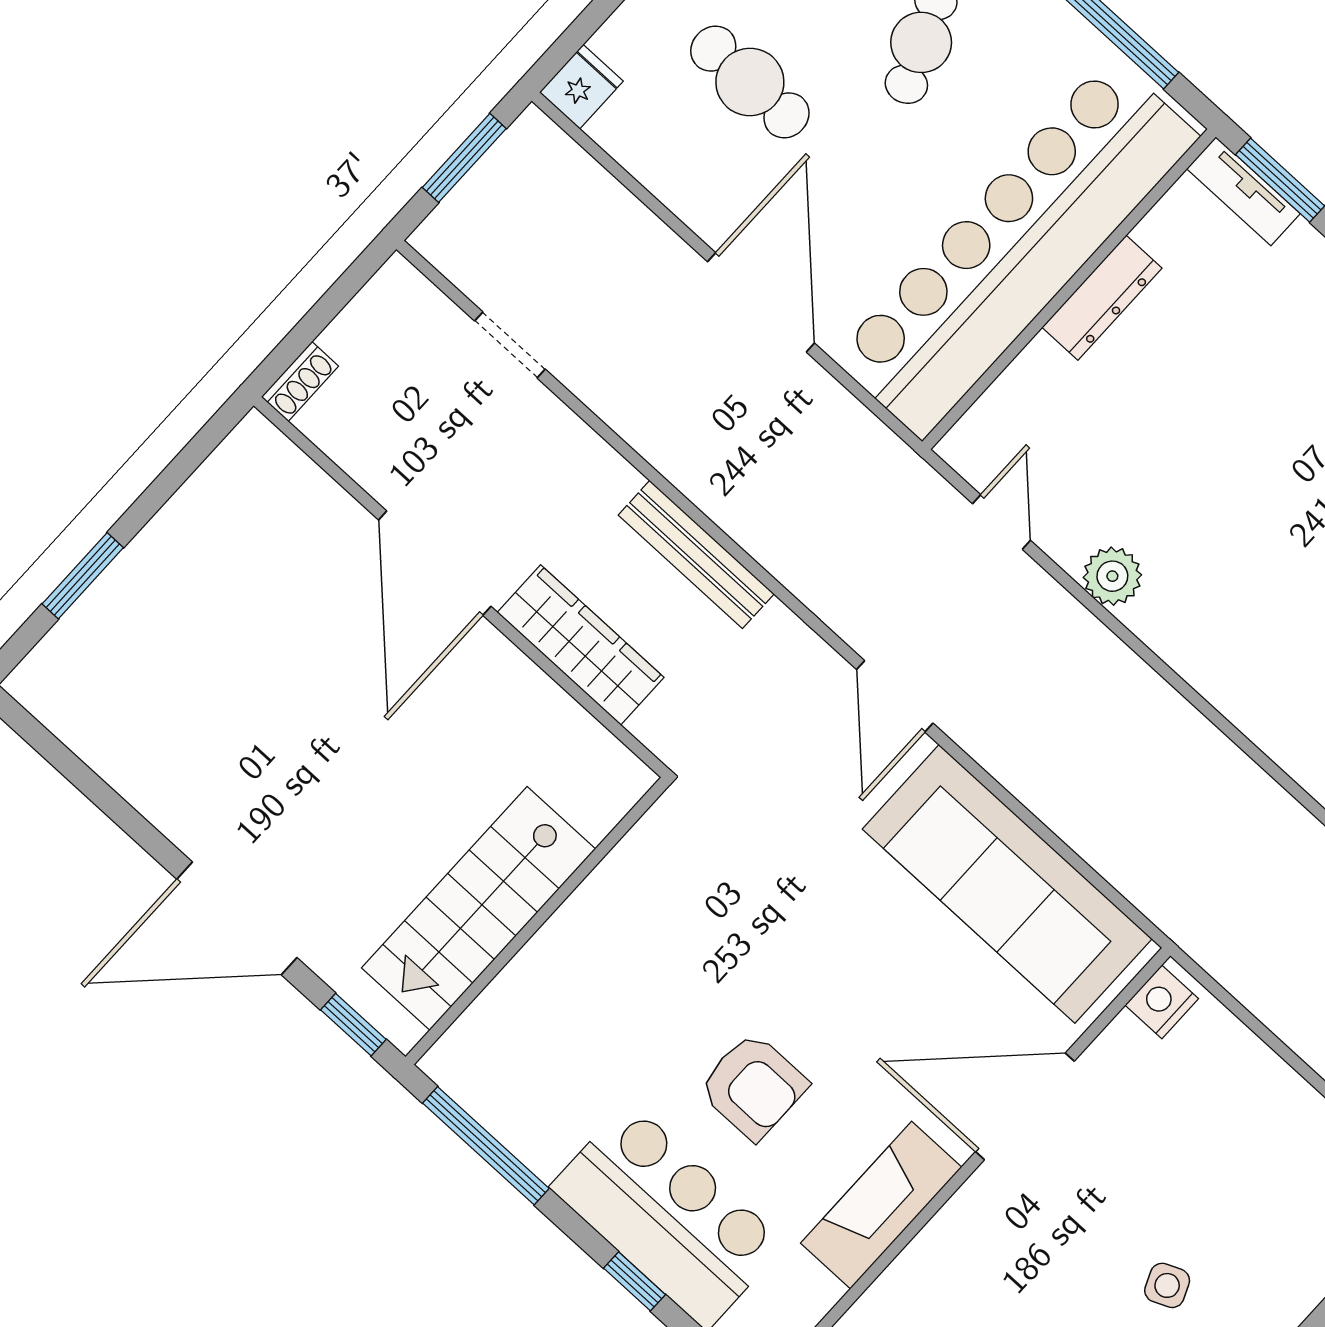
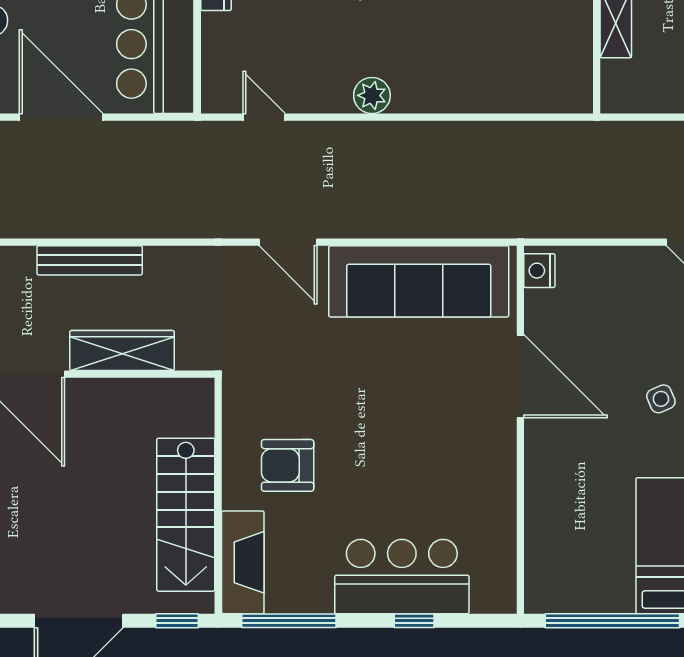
bench: (696, 554) -> (90, 260), moved
plant: (1112, 576) -> (372, 95), moved
armchair: (753, 1086) -> (288, 465), moved, turned 180
door: (1025, 1106) -> (520, 376), swing flipped
fireplace: (881, 1205) -> (243, 562), moved, turned 180

